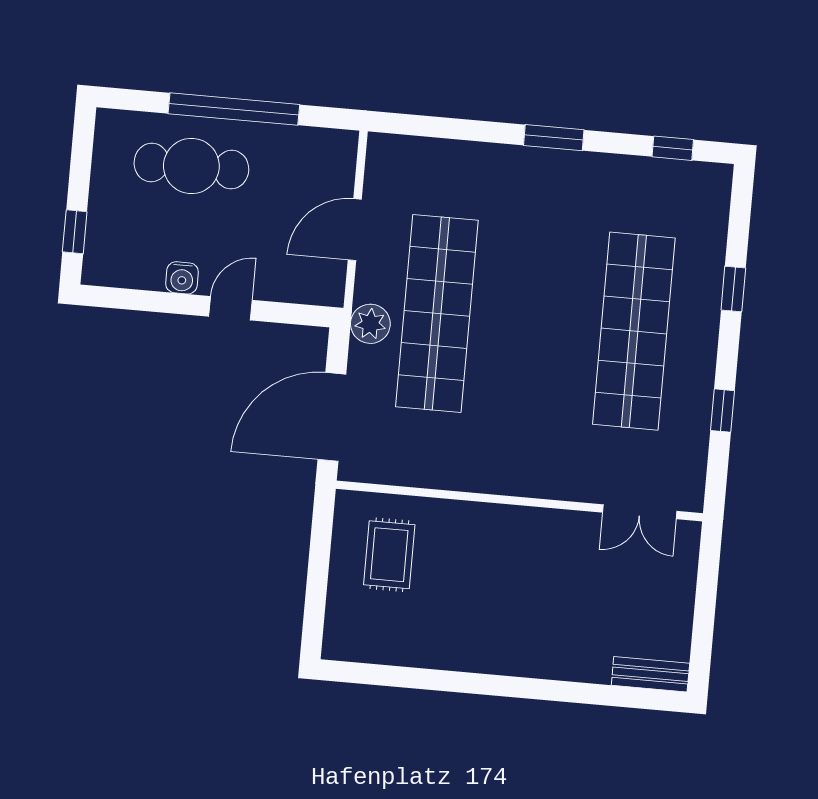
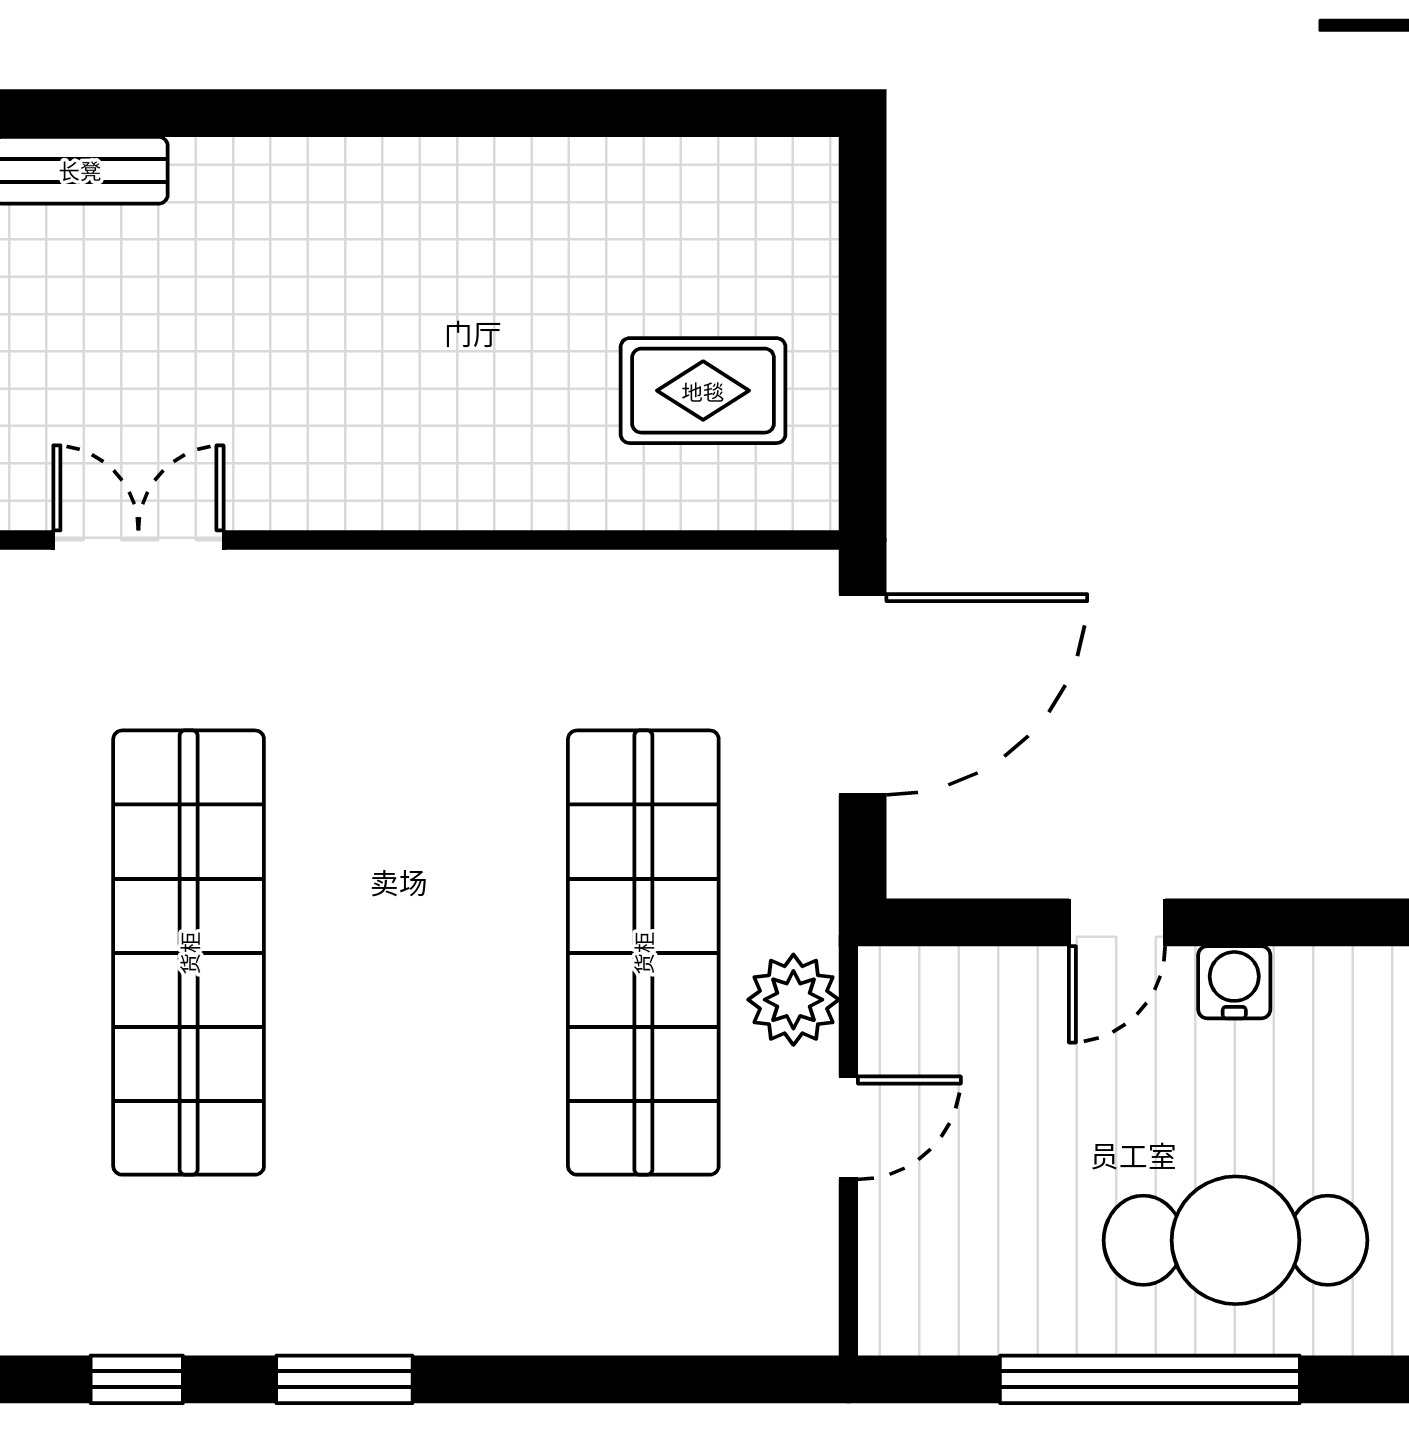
window: (554, 138) -> (344, 1379), moved
door: (355, 230) -> (848, 1128), width x0.73
plant: (370, 324) -> (793, 1000), moved
rug: (389, 555) -> (703, 391), turned 90

